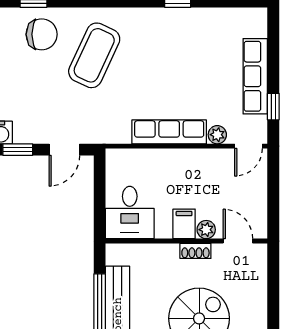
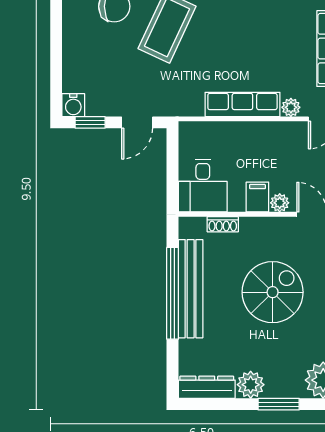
shoe rack: (195, 251) -> (223, 224), moved

